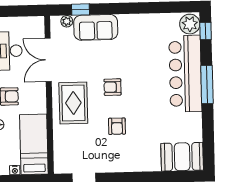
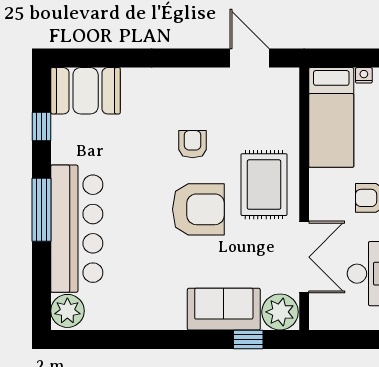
plant: (67, 21) -> (280, 312), width x1.88, depth x1.88
window: (206, 31) -> (41, 126), moved
armchair: (112, 87) -> (198, 209), width x1.88, depth x1.88

